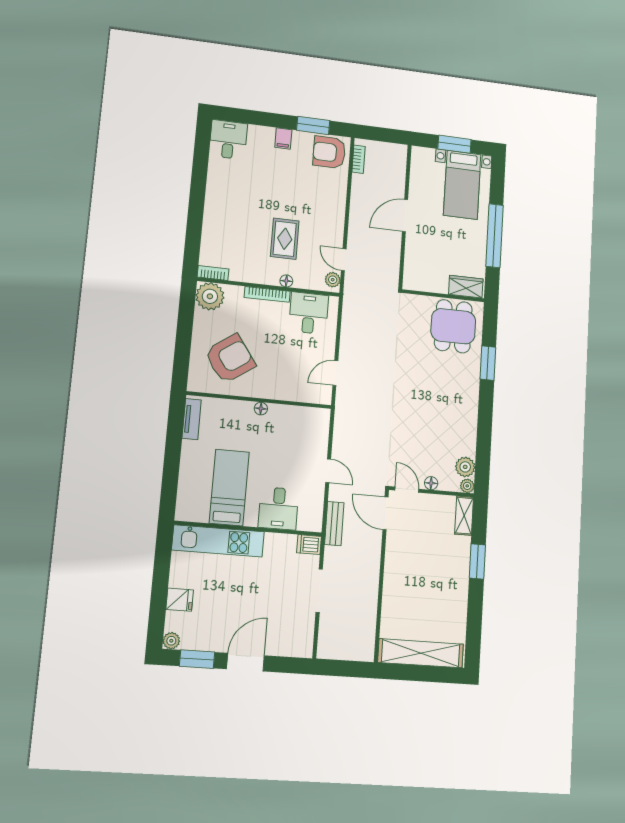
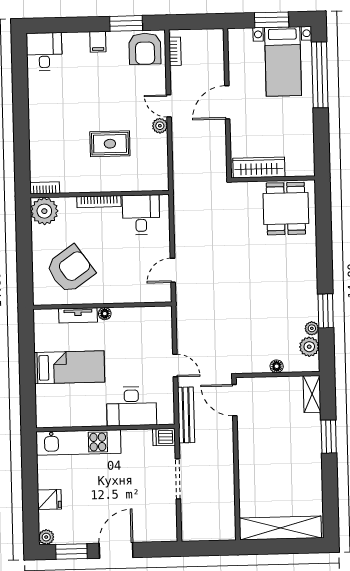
armchair: (329, 152) -> (145, 49), turned -90
window: (495, 236) -> (320, 75), moved
rug: (285, 239) -> (110, 144), turned 90
door: (344, 260) -> (169, 106), moved
plant: (333, 280) -> (160, 126), moved
floor lamp: (286, 281) -> (116, 186), removed
wardrobe: (466, 287) -> (259, 167), moved, width x1.50
window: (488, 363) -> (326, 311), moved
tv unit: (192, 419) -> (78, 315), moved, turned 90
plant: (467, 486) -> (312, 328), moved
bed: (229, 488) -> (69, 367), moved, turned 90
door: (407, 490) -> (253, 375), removed
desk: (278, 508) -> (132, 406), width x1.37
bench: (334, 524) -> (186, 415), width x1.36

